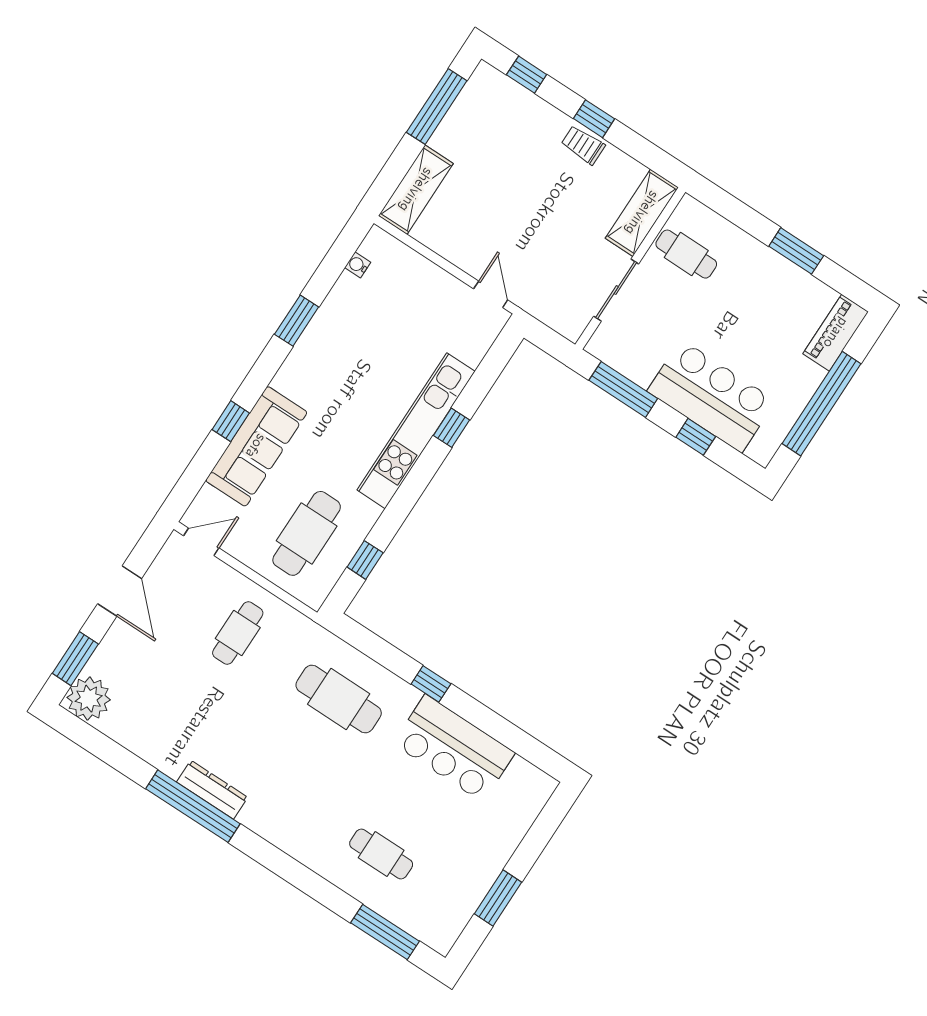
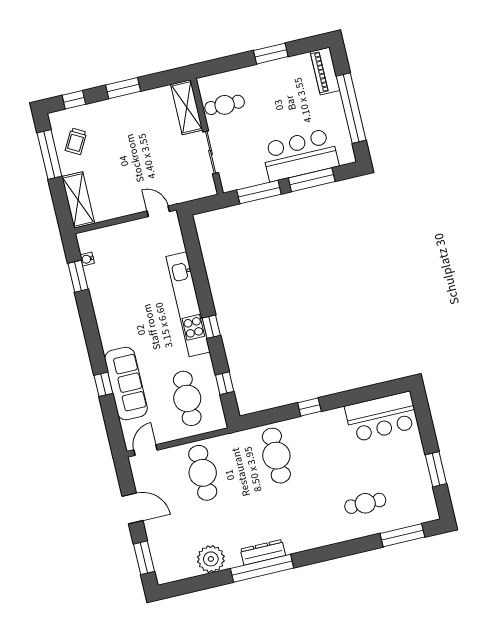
window: (594, 119) -> (123, 88), width x1.50
trolley: (583, 145) -> (76, 141), moved, turned -61
window: (297, 321) -> (78, 276), moved
window: (452, 428) -> (211, 327), moved
window: (696, 437) -> (312, 180), width x2.17
cafe table: (238, 633) -> (203, 473), width x1.37, depth x1.35
plant: (89, 699) -> (211, 559), moved
cafe table: (339, 699) -> (276, 456), turned 90
bar counter: (454, 748) -> (382, 417), moved

